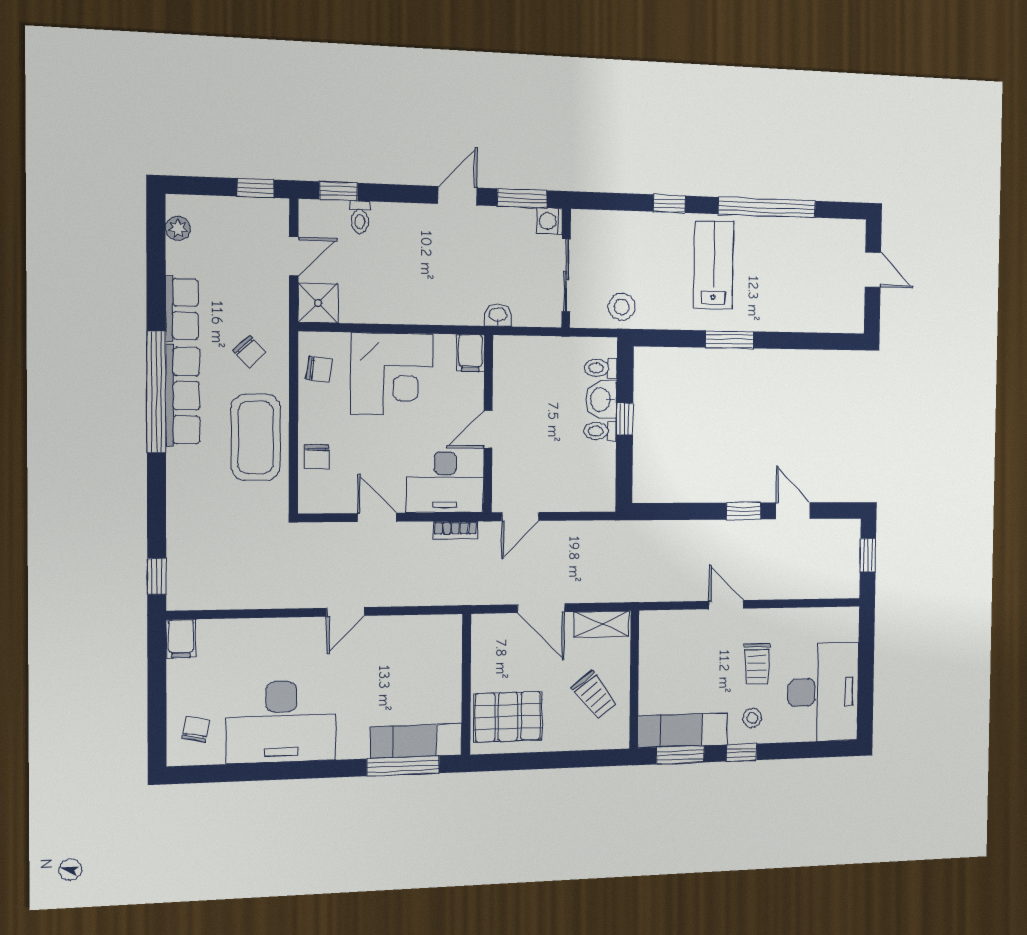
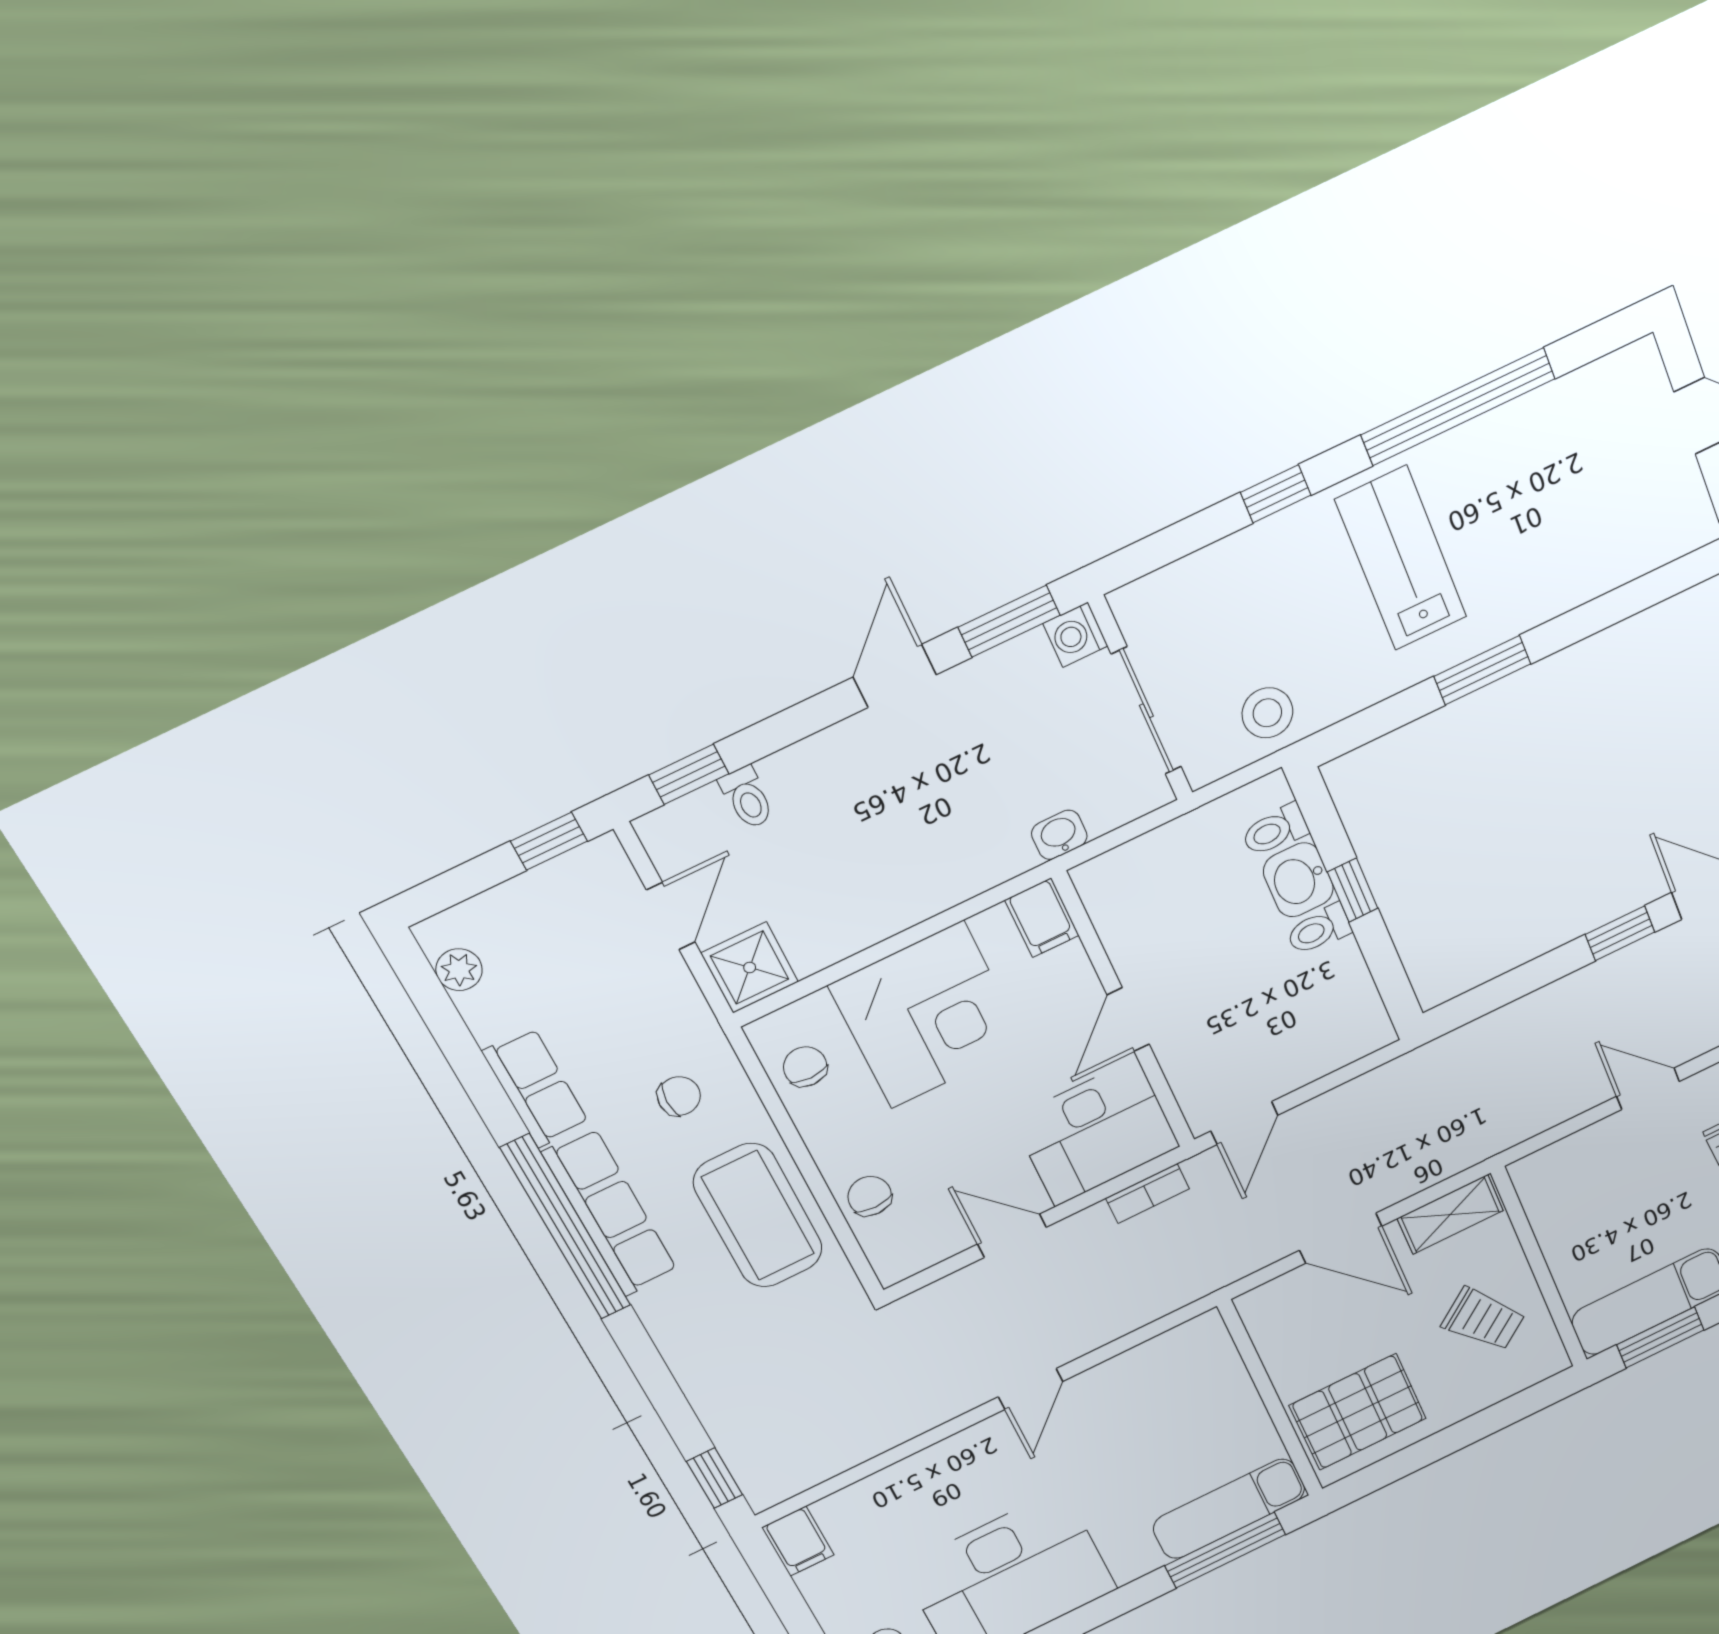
chair: (250, 351) -> (679, 1096), turned -47
chair: (319, 369) -> (805, 1067), turned -97
chair: (317, 457) -> (870, 1196), turned 180

